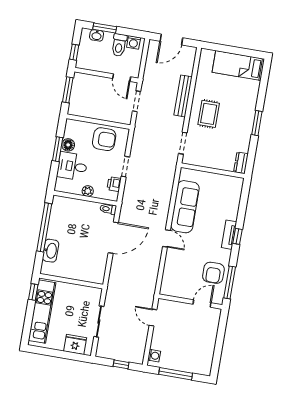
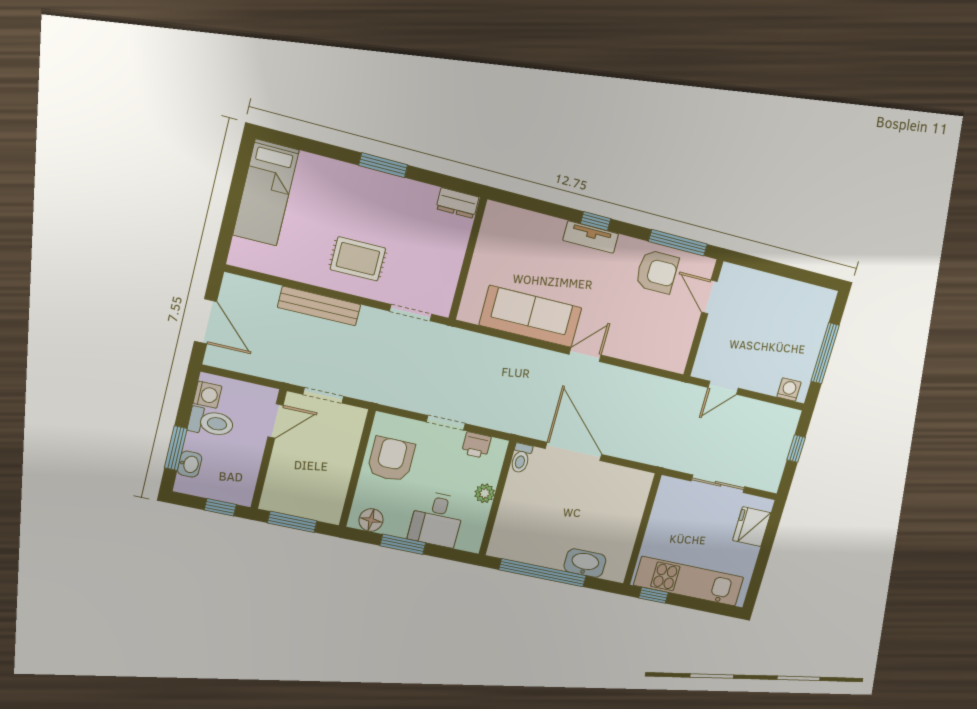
floor lamp: (68, 145) -> (371, 520), moved

